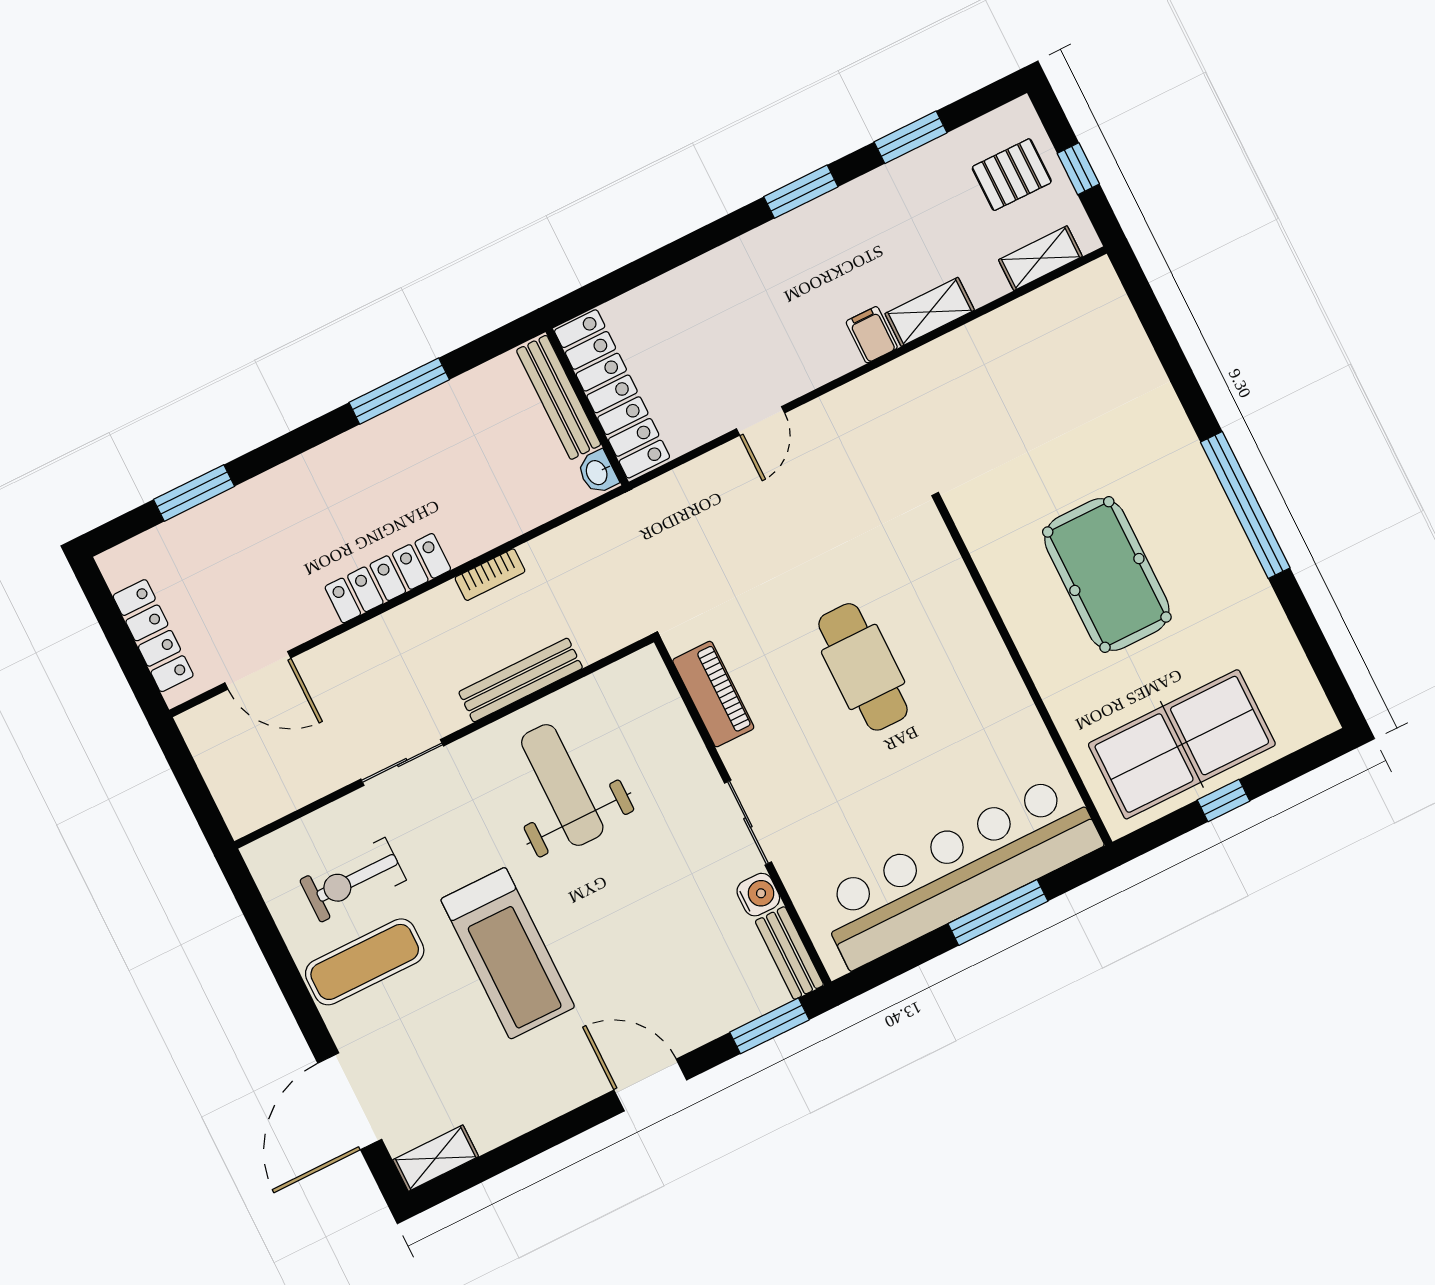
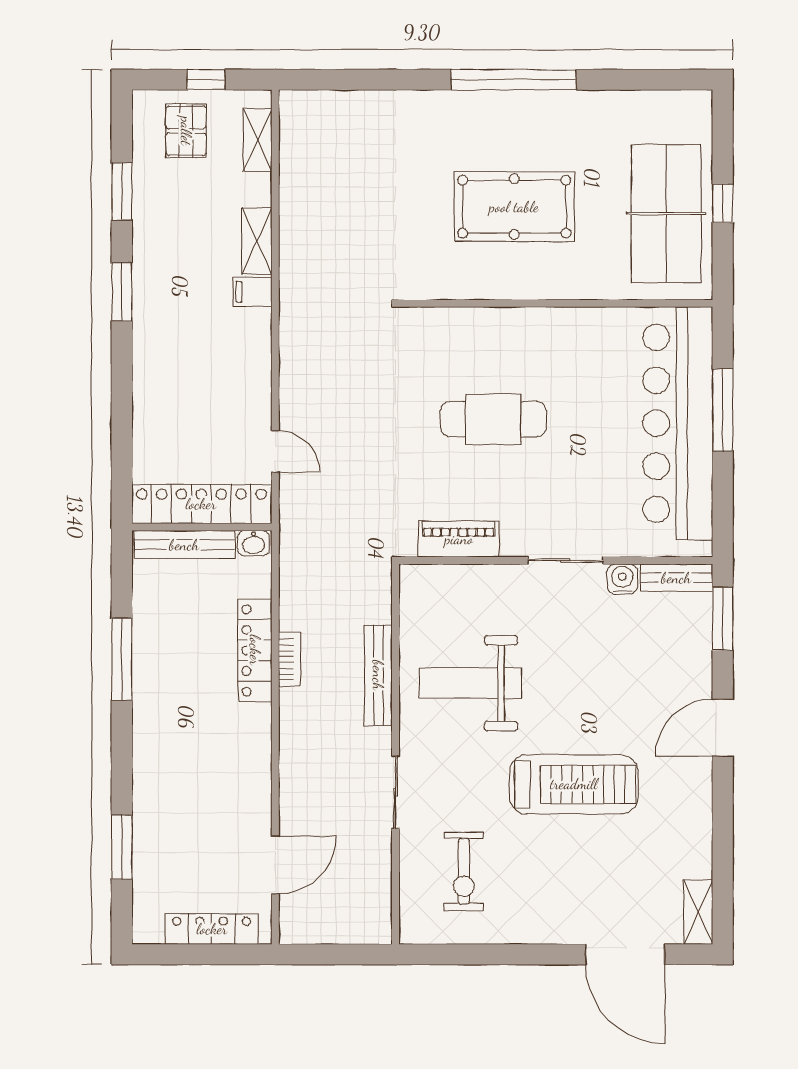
door: (761, 421) -> (275, 452), moved
locker: (388, 578) -> (255, 650), moved
exercise mat: (365, 962) -> (528, 893), removed

